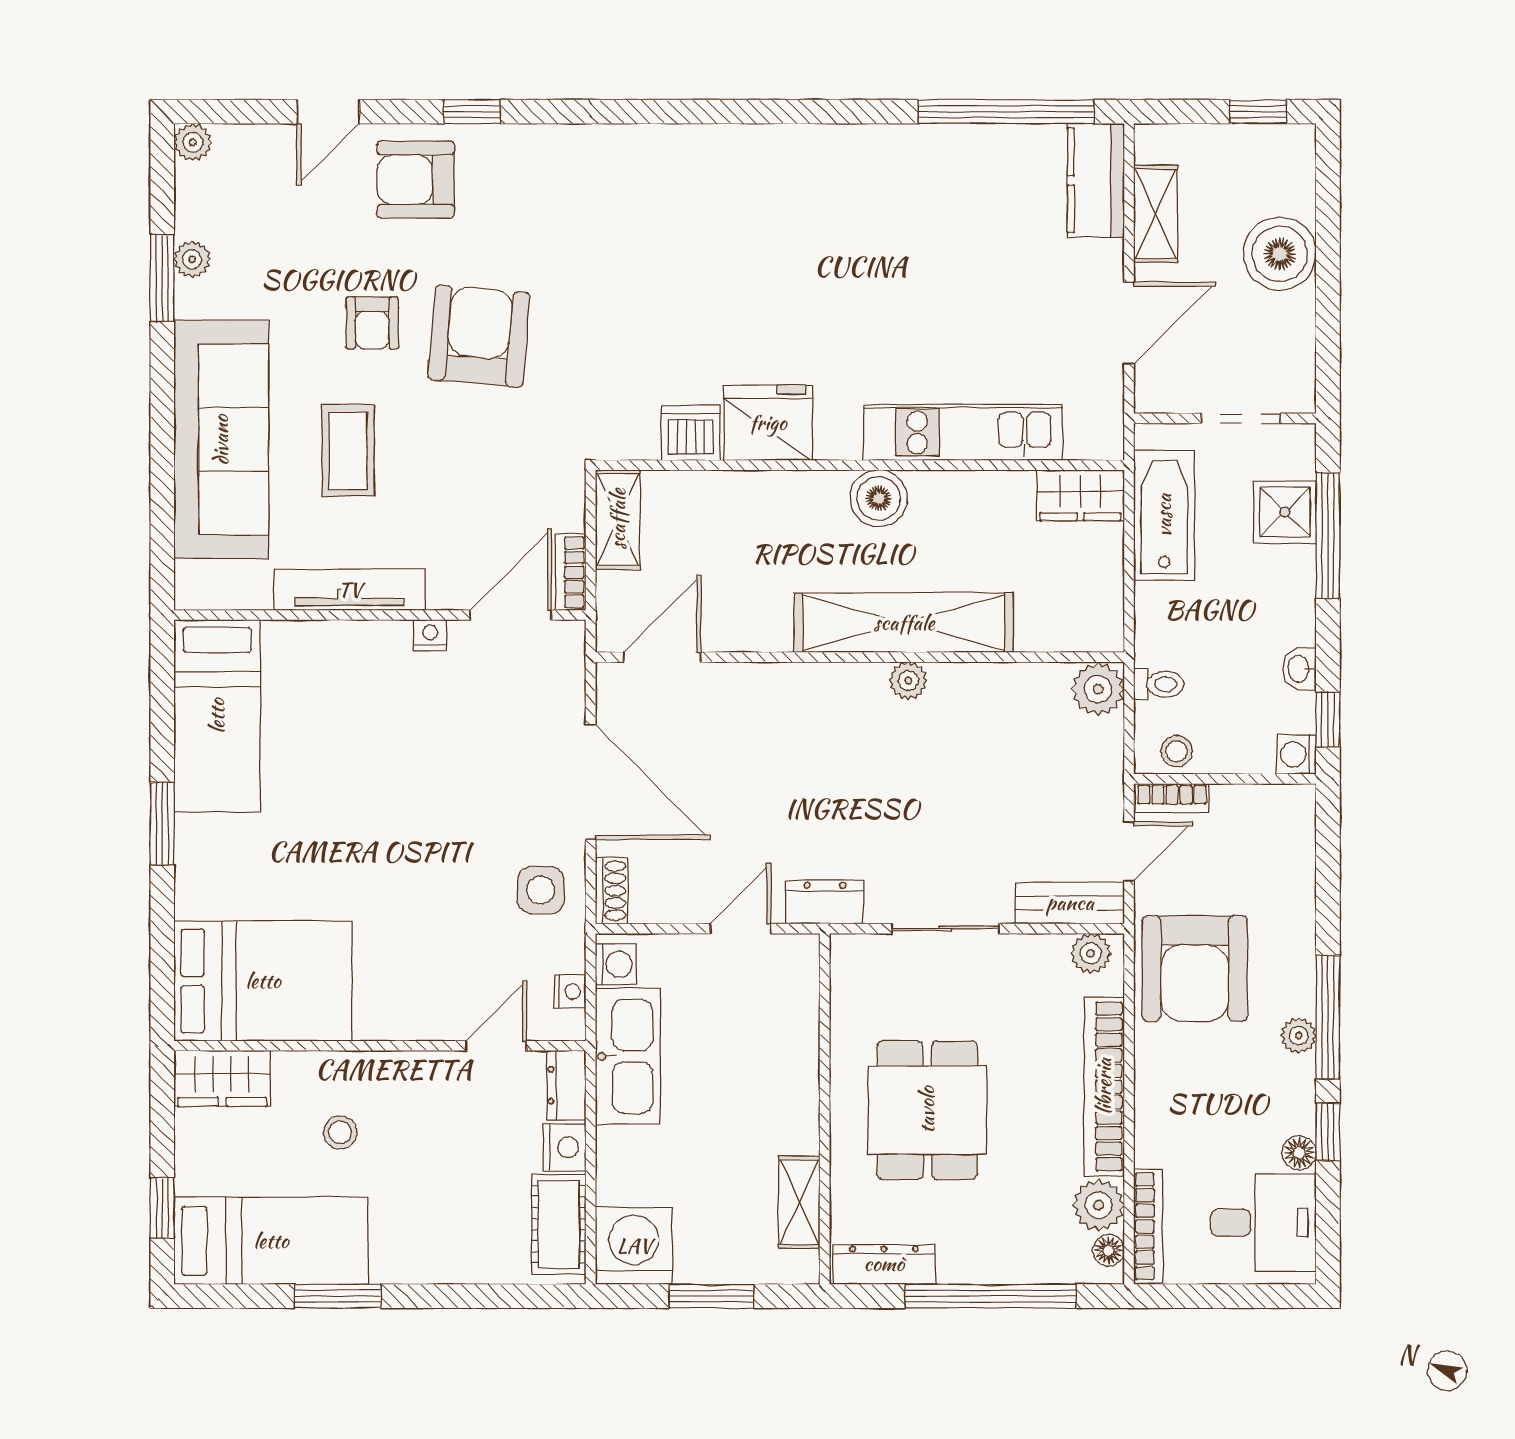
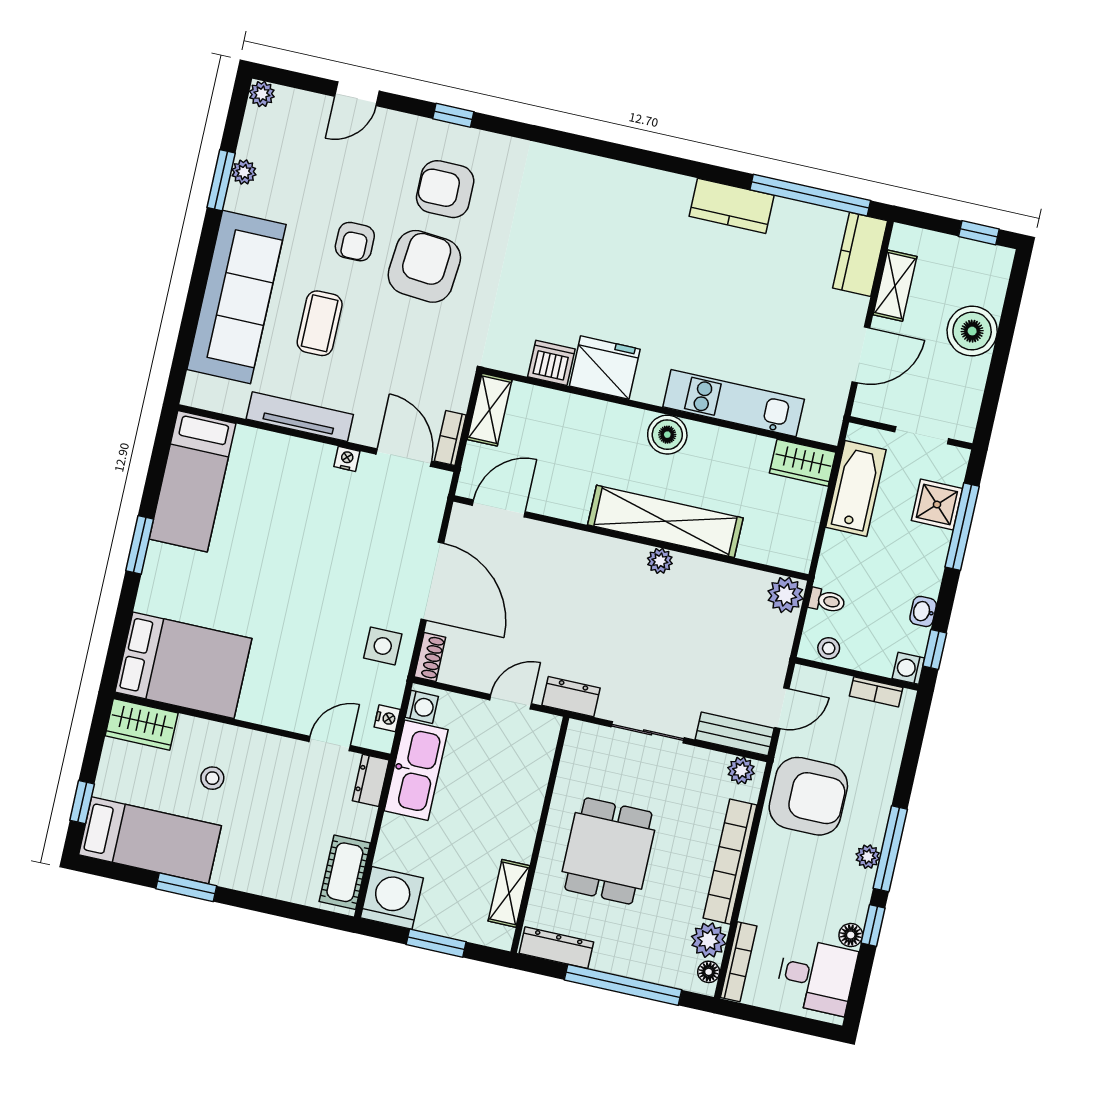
kitchen counter: (897, 152) -> (732, 206), added
armchair: (416, 180) -> (445, 189), moved
door: (511, 615) -> (404, 458), hinge flipped
bookcase: (1172, 798) -> (876, 692), moved
armchair: (1195, 968) -> (808, 796), turned -90
nightstand: (564, 1147) -> (360, 822), removed

